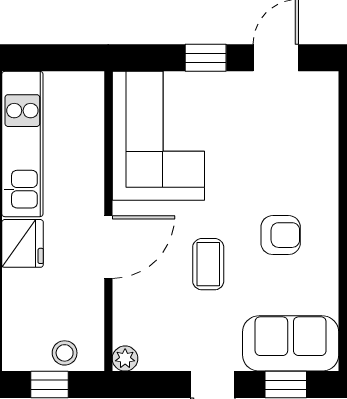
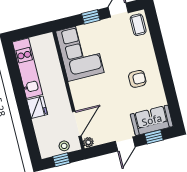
door: (108, 247) -> (77, 124), moved
coffee table: (208, 264) -> (138, 25), moved

